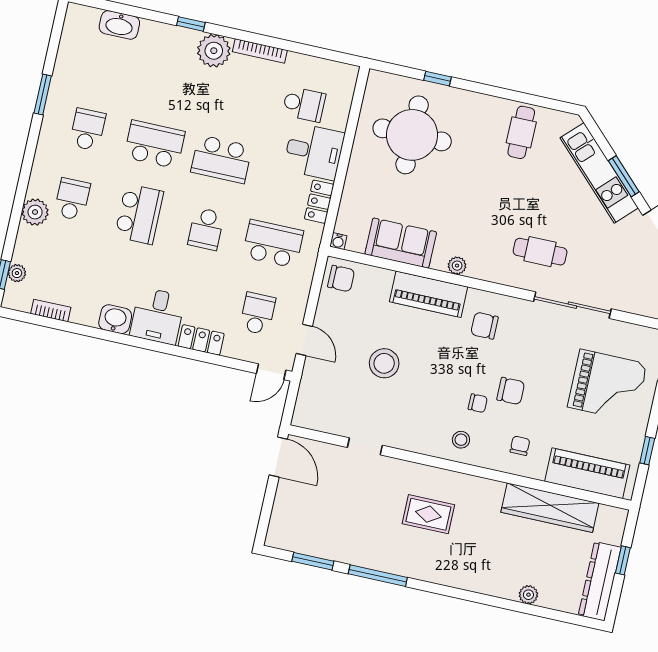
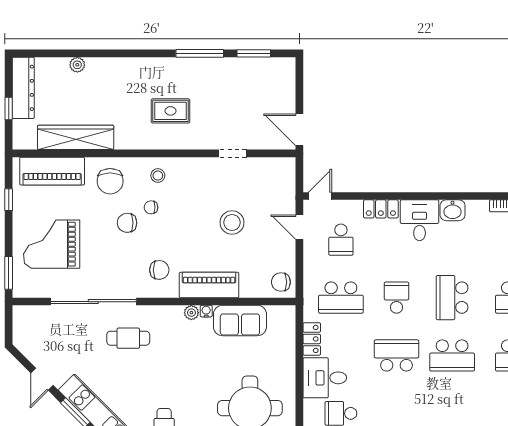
water cooler: (338, 241) -> (206, 311), moved
sliding door: (572, 305) -> (93, 302), width x1.36
chair: (520, 446) -> (110, 181), width x1.87, depth x1.87

